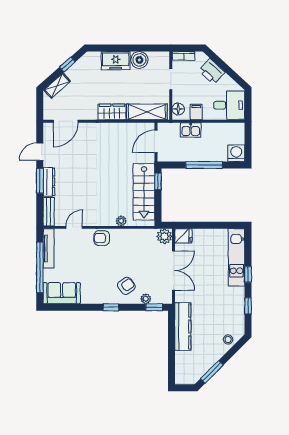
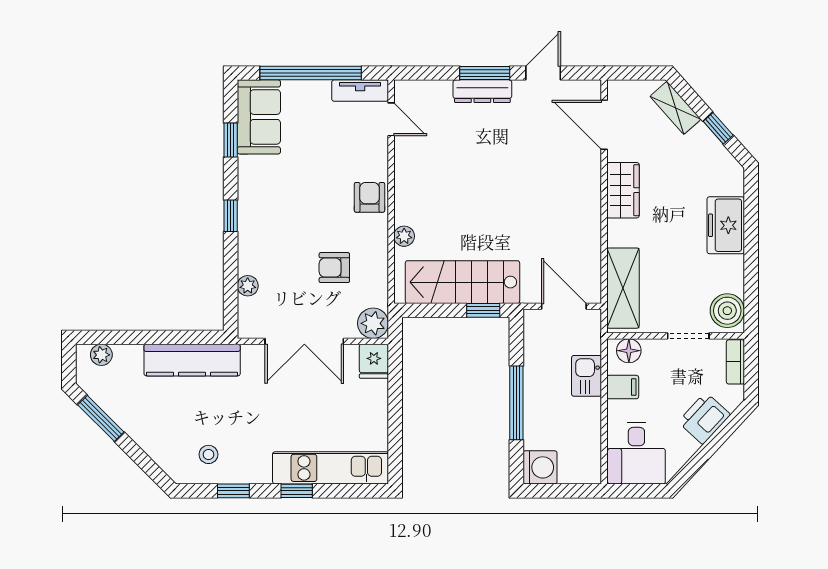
boiler: (139, 60) -> (727, 311), moved
wardrobe: (112, 112) -> (623, 190), moved
door: (40, 152) -> (543, 73), hinge flipped
bench: (49, 212) -> (422, 91), removed
door: (74, 227) -> (391, 119), moved
tv unit: (49, 249) -> (360, 91), width x0.71
armchair: (126, 286) -> (334, 268), moved, turned 125
window: (154, 307) -> (231, 140), moved
stool: (228, 339) -> (208, 454), moved
plant: (180, 372) -> (101, 355), added

